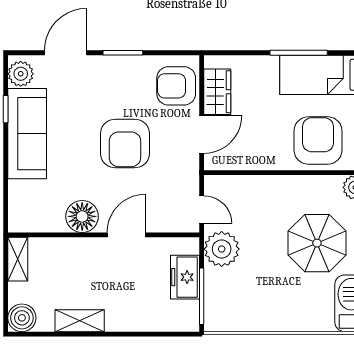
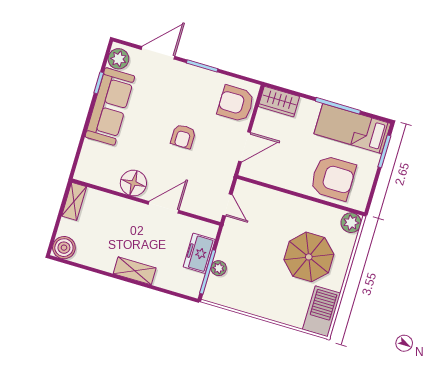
wardrobe: (217, 92) -> (279, 102), moved, turned 90
armchair: (318, 140) -> (333, 178), turned 90
armchair: (125, 144) -> (183, 136), width x0.53, depth x0.53
plant: (222, 249) -> (219, 268), moved, width x0.53, depth x0.53
shelving: (80, 321) -> (135, 271), moved

